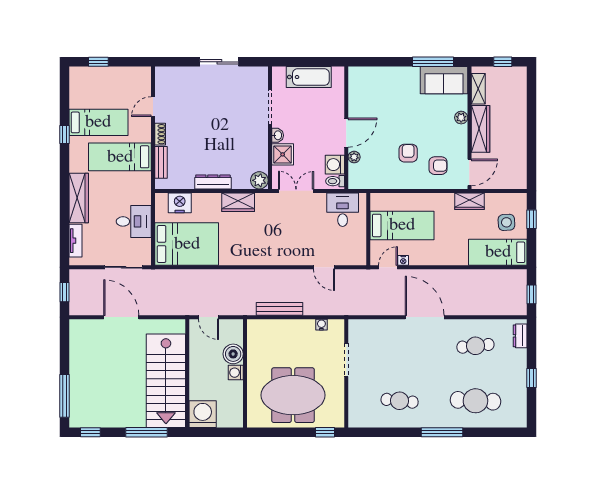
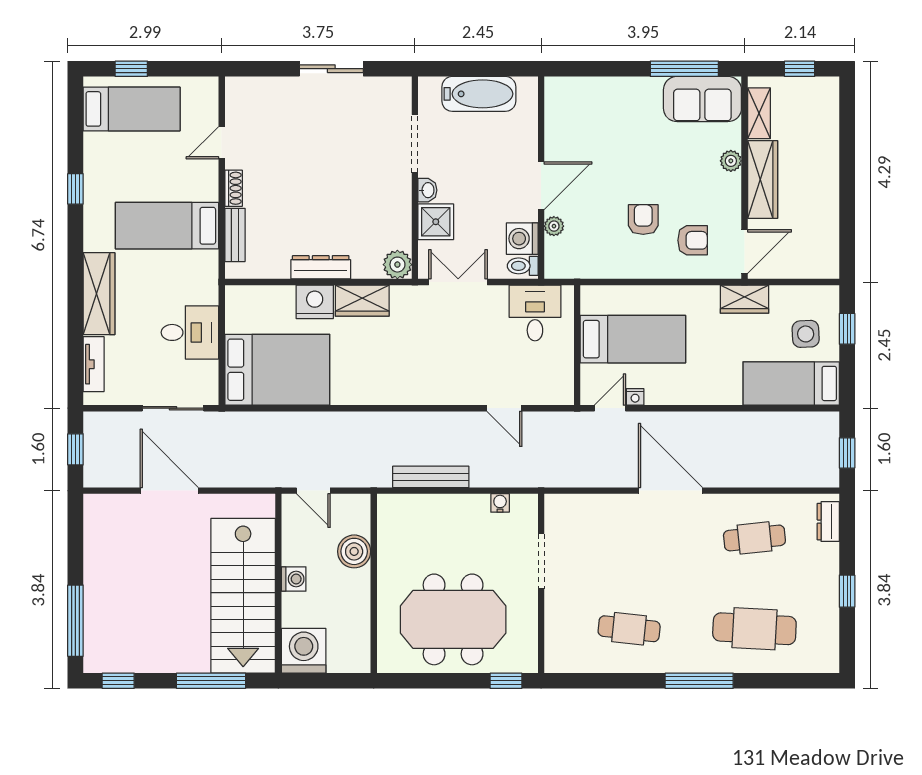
bed: (98, 122) -> (132, 109), moved
nightstand: (180, 203) -> (315, 302), moved
washing machine: (236, 373) -> (294, 579), moved, turned 180

